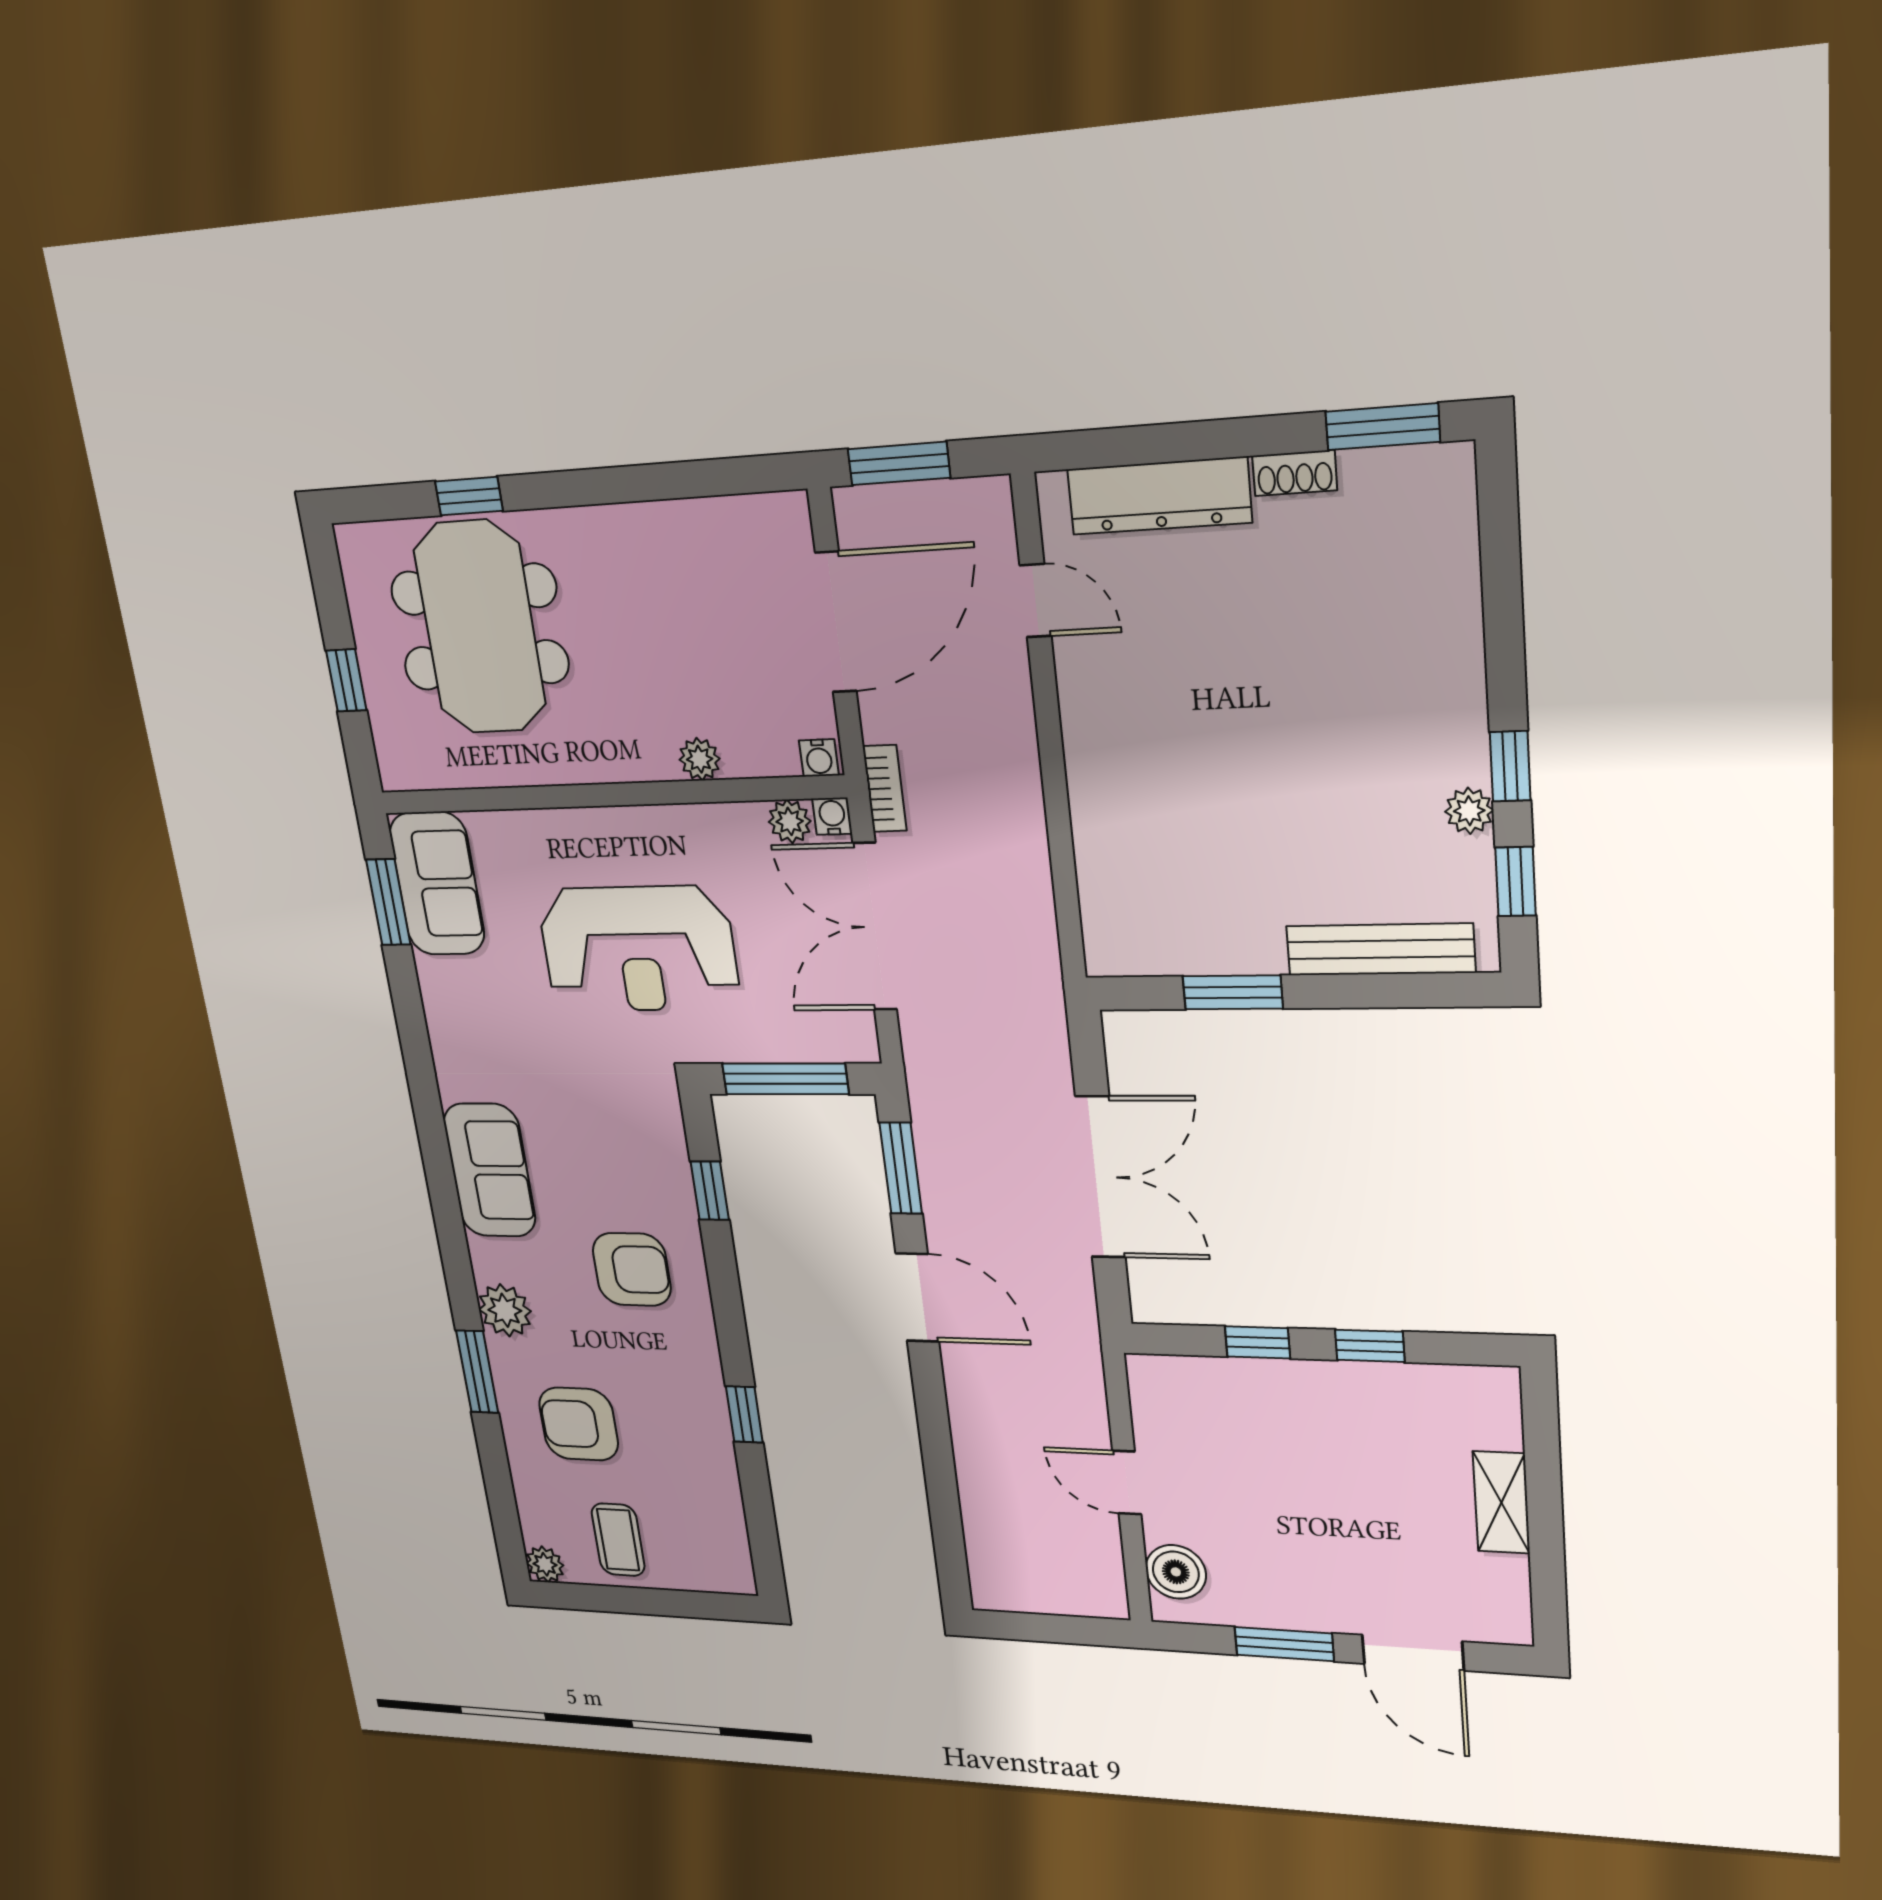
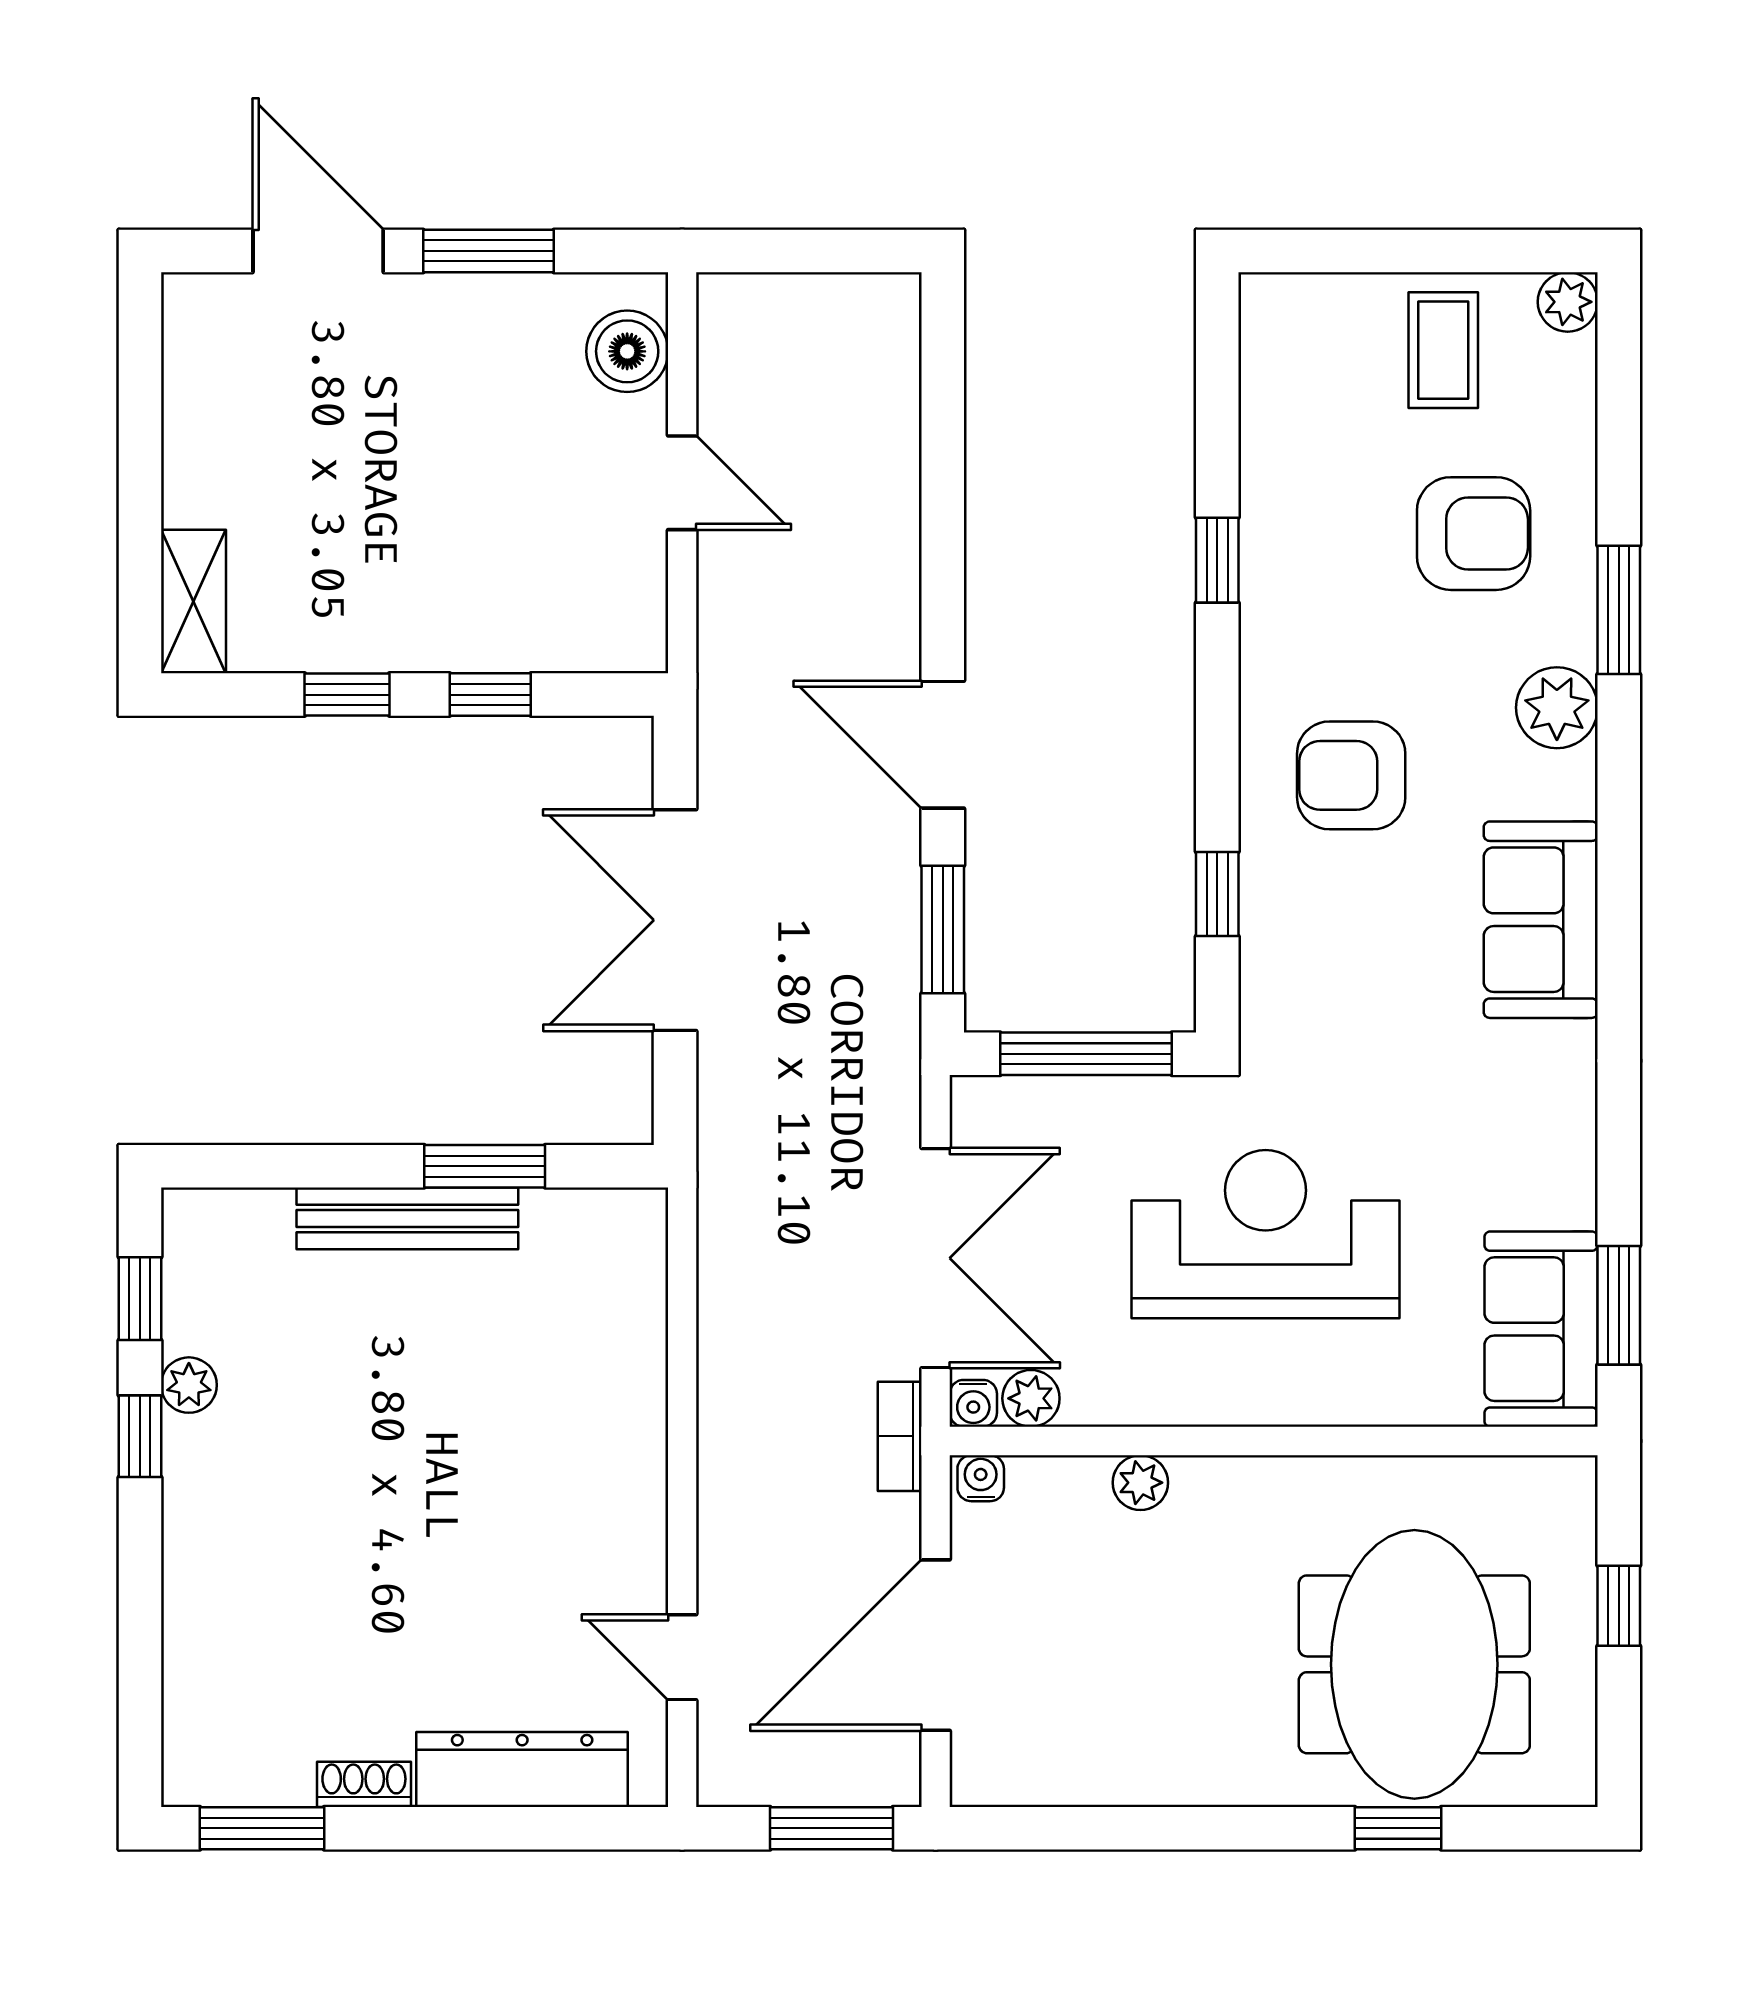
bench: (1380, 949) -> (407, 1218), moved
shelving: (1501, 1502) -> (193, 601), moved

